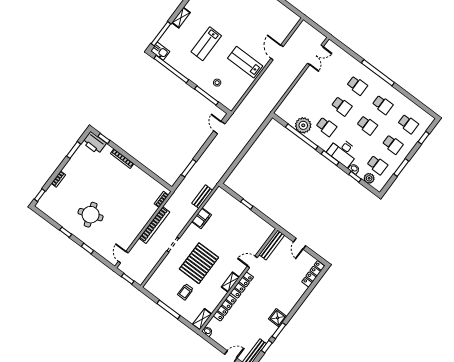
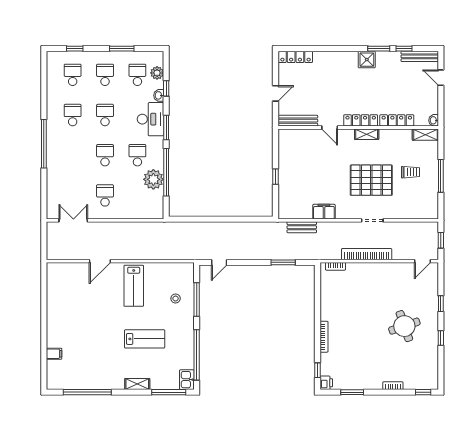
school desk: (357, 86) -> (105, 195), moved
printer: (94, 143) -> (326, 383), width x0.53, depth x0.68

